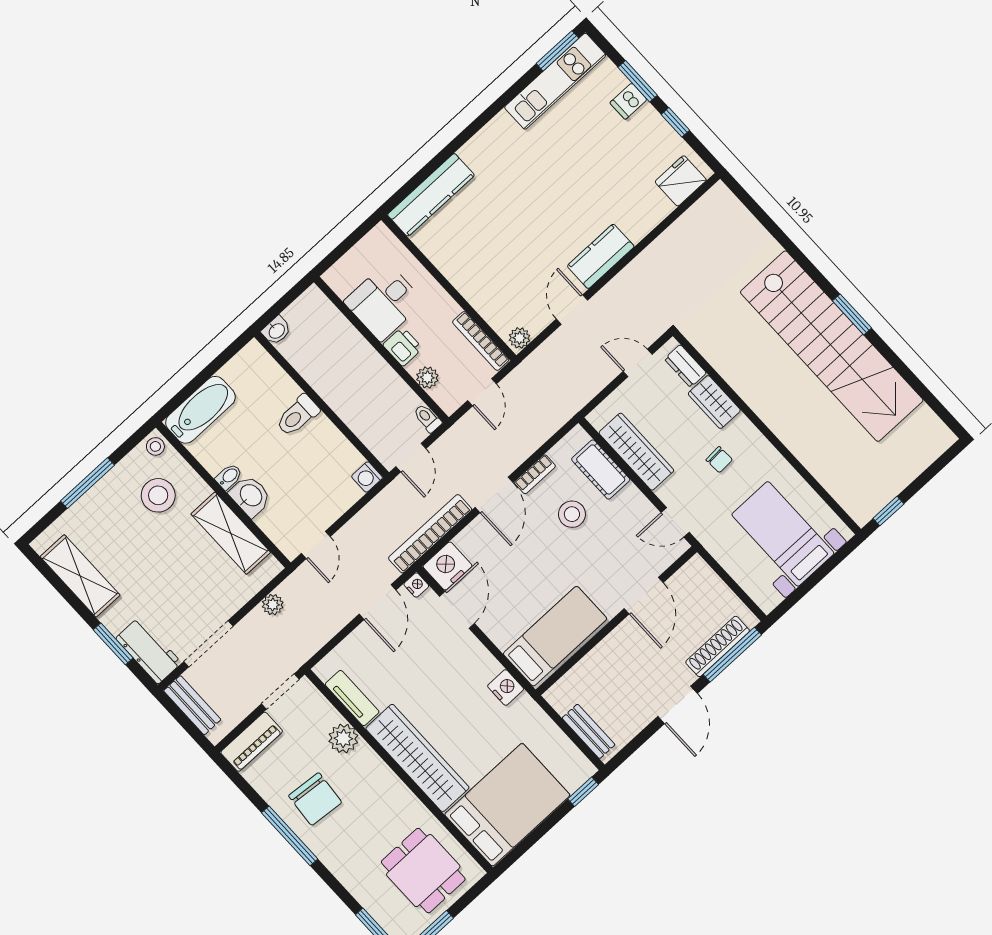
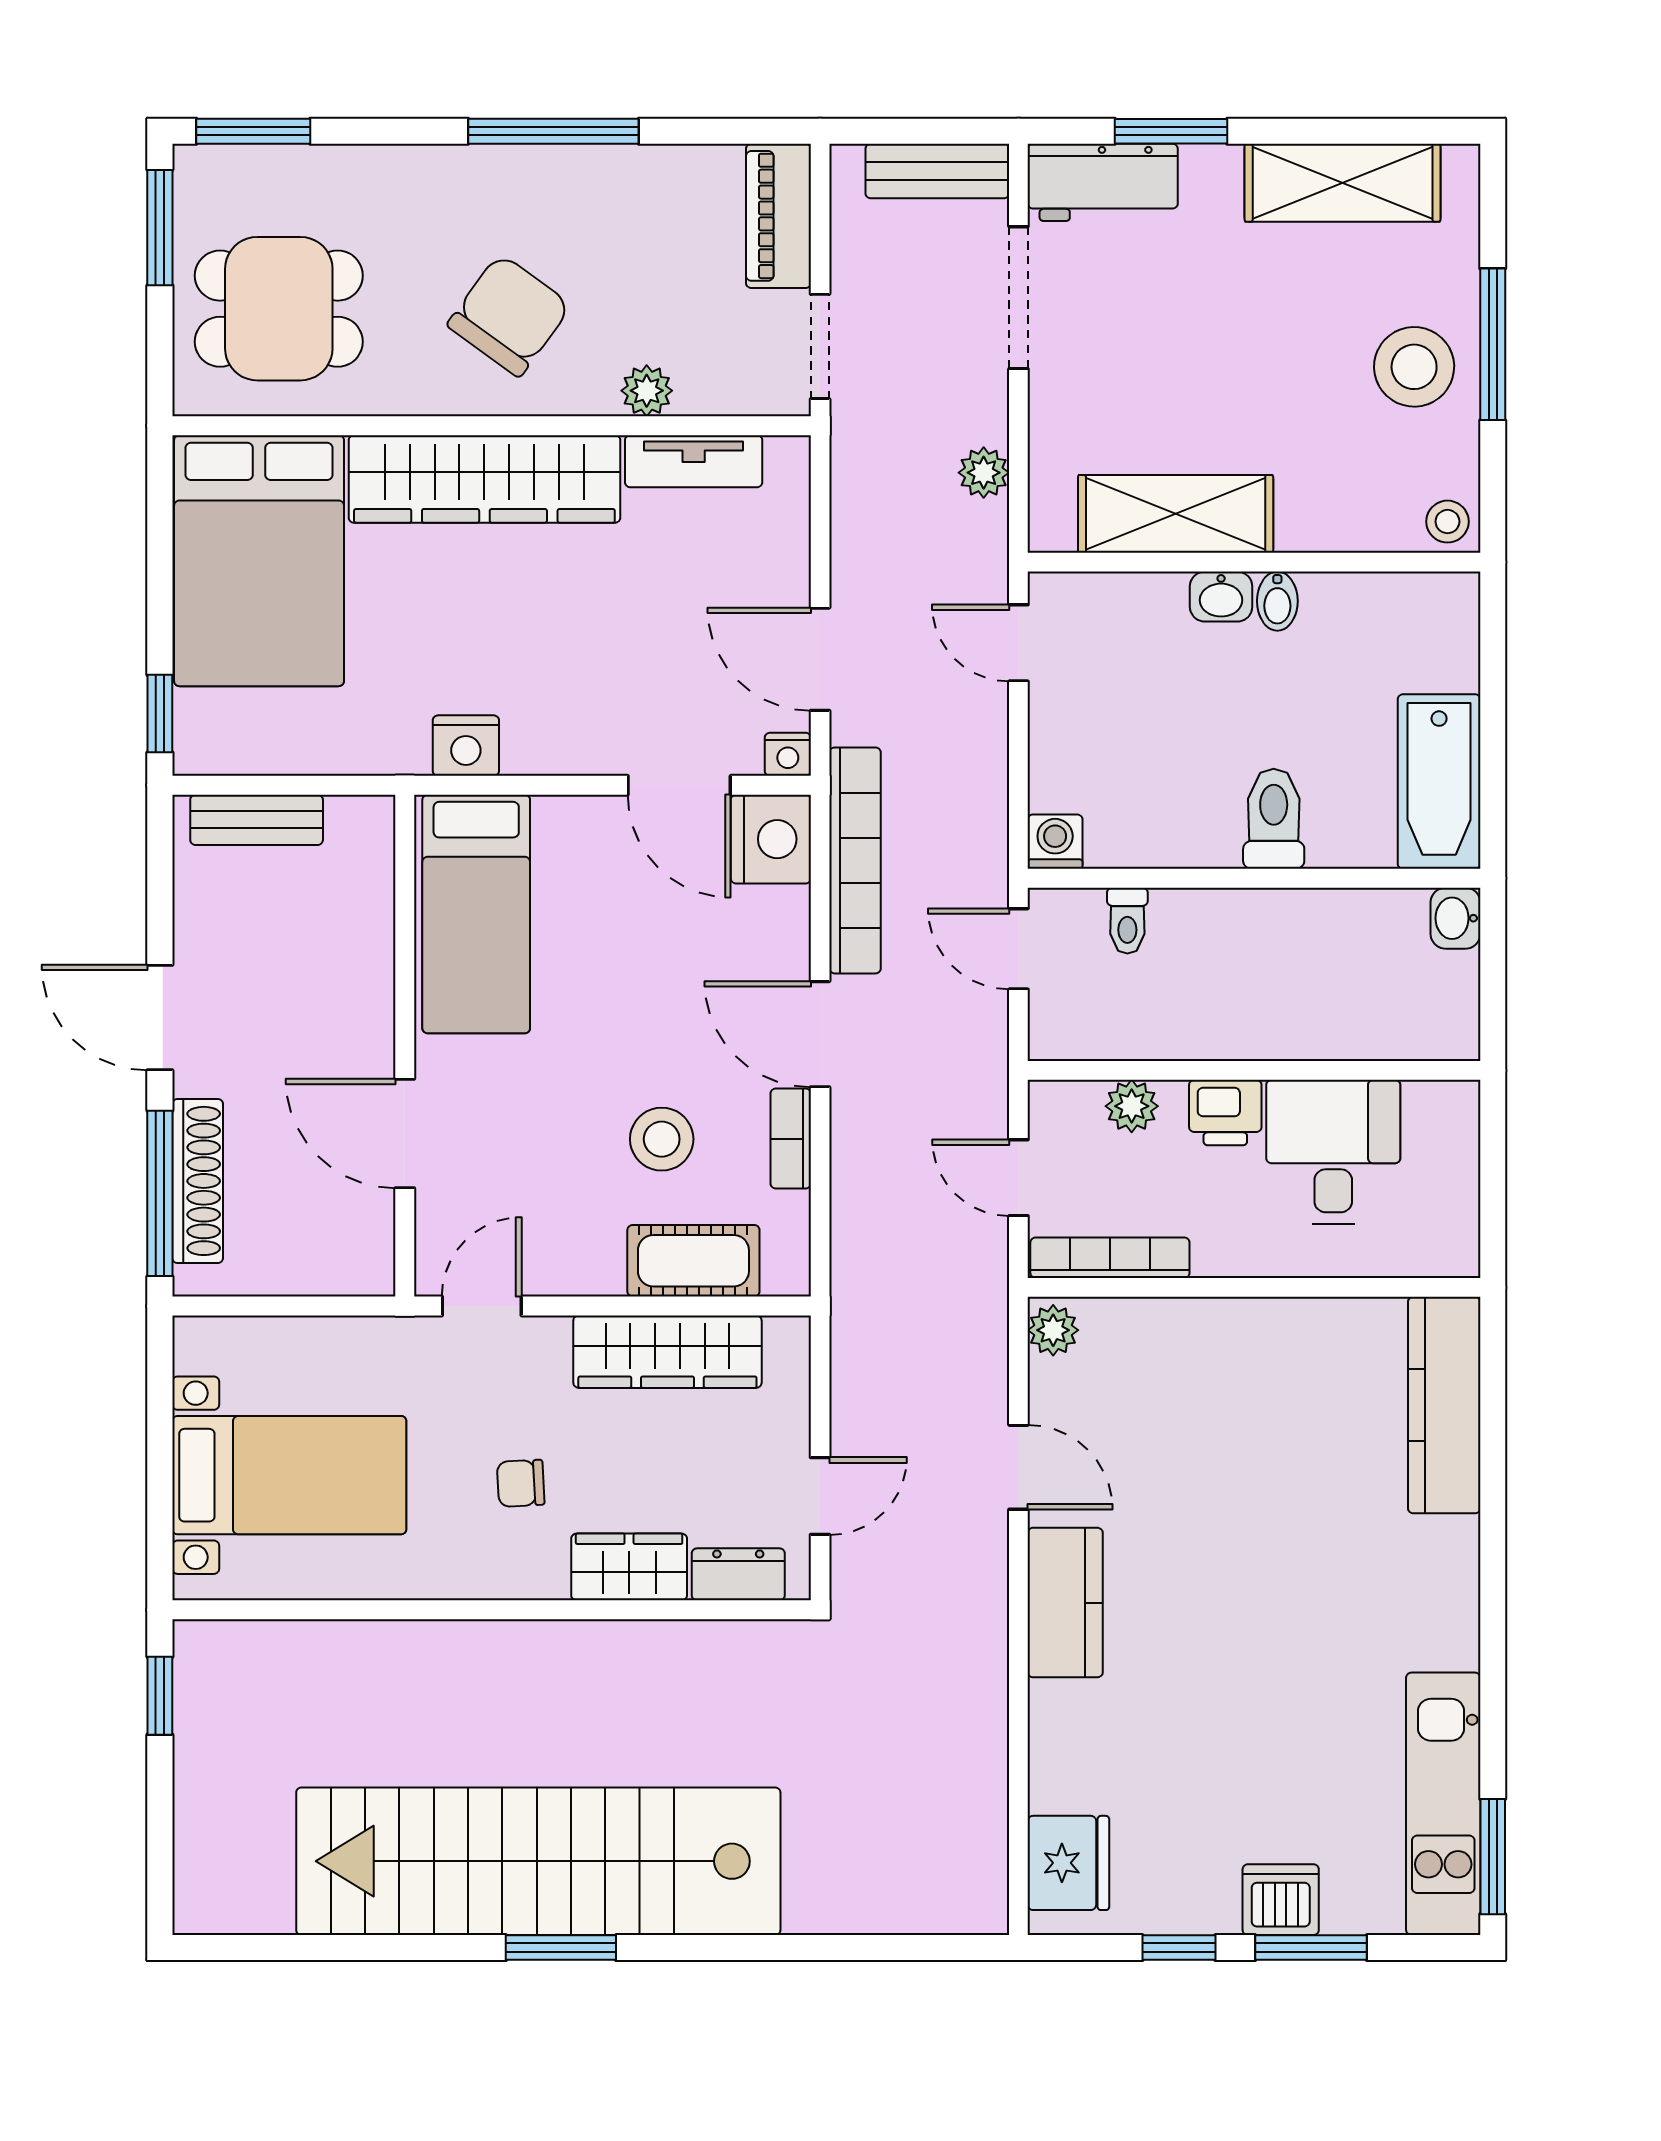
dishwasher: (628, 101) -> (1281, 1900), width x1.38
bathtub: (200, 410) -> (1439, 782), moved
toilet: (427, 418) -> (1127, 921), moved, turned 90
stool: (158, 495) -> (1414, 367), moved
washbasin: (250, 496) -> (1221, 597), width x0.72, depth x0.69
plant: (343, 738) -> (647, 391), width x0.73, depth x0.73
chair: (315, 799) -> (509, 315), moved, turned 121

